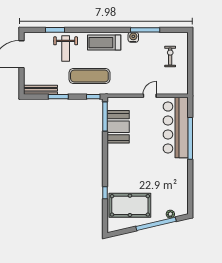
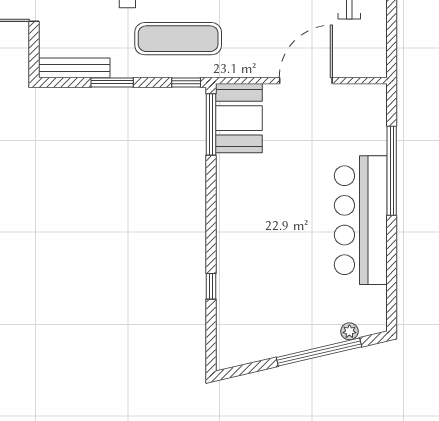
door: (150, 96) -> (306, 81), width x1.87
booth: (118, 127) -> (239, 118), moved
bar counter: (176, 128) -> (361, 220), moved
pool table: (130, 205) -> (264, 313), removed

